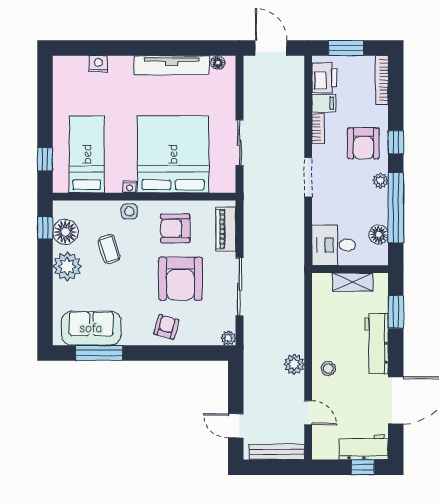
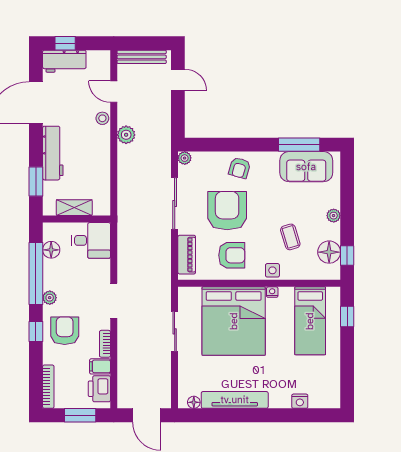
plant: (67, 266) -> (334, 216), width x0.53, depth x0.53
stool: (328, 369) -> (102, 118), moved

